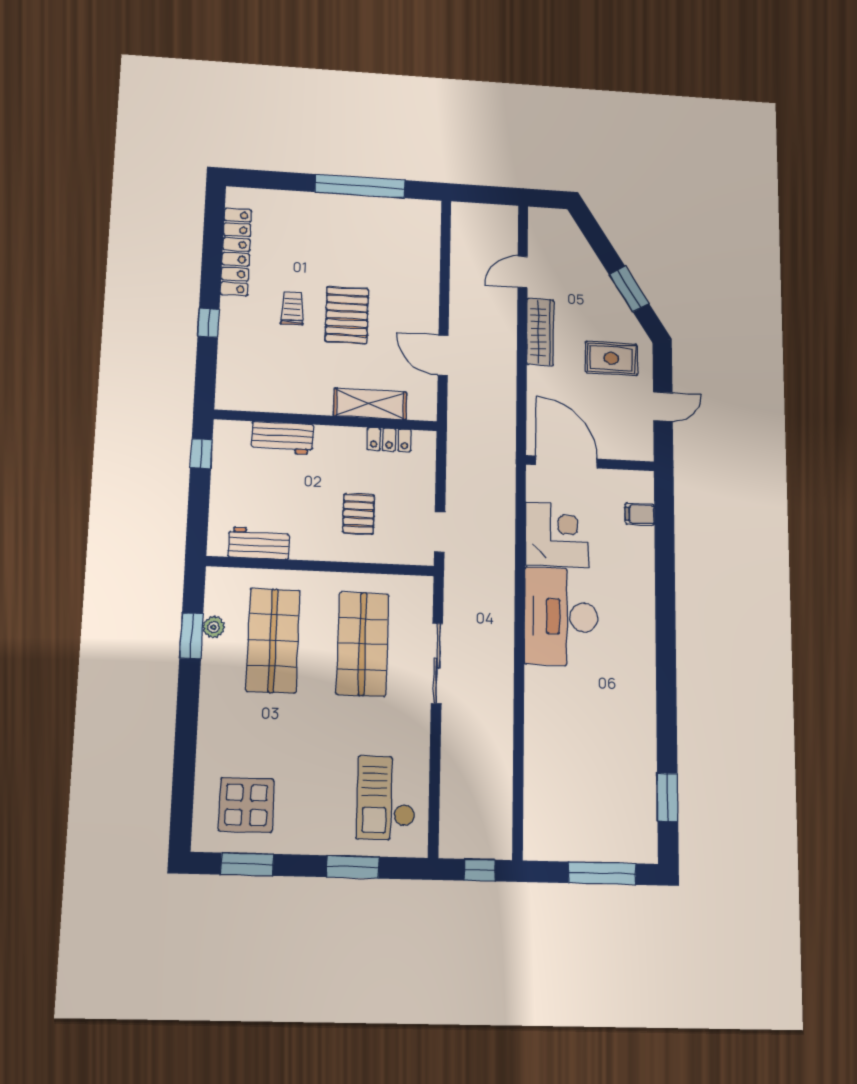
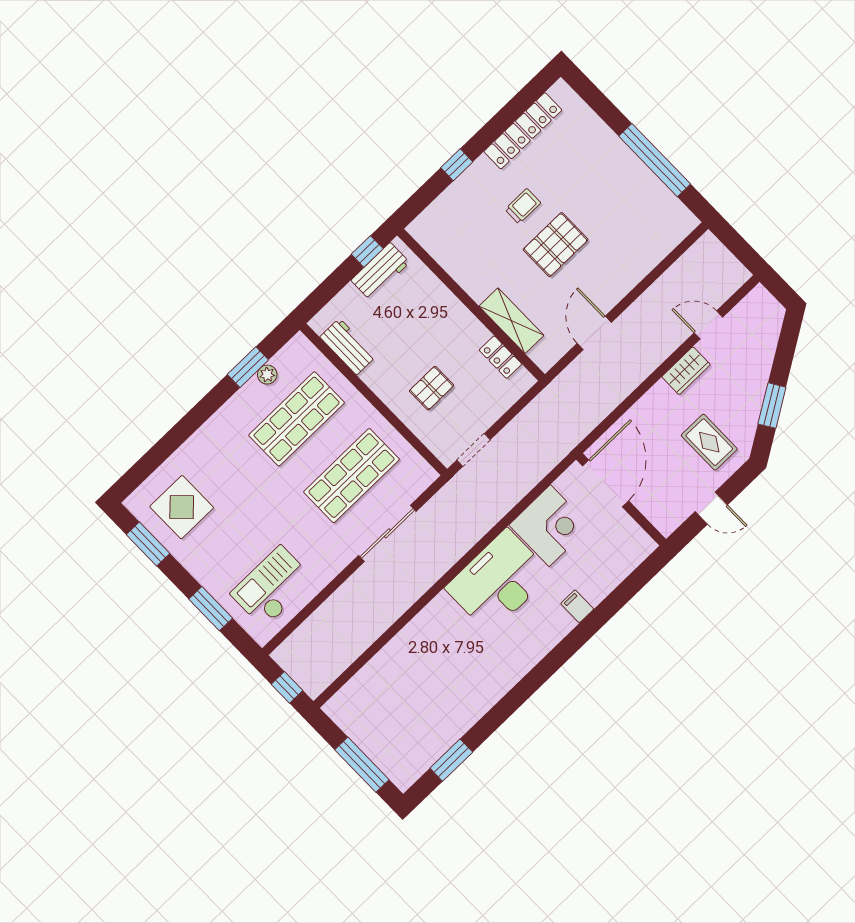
wardrobe: (540, 332) -> (686, 371), width x0.67
workbench: (282, 438) -> (380, 271), moved, turned -90
filing cabinet: (640, 514) -> (577, 606), moved

